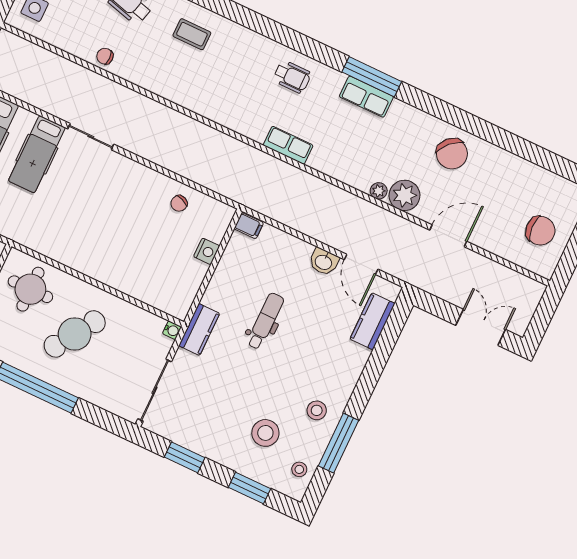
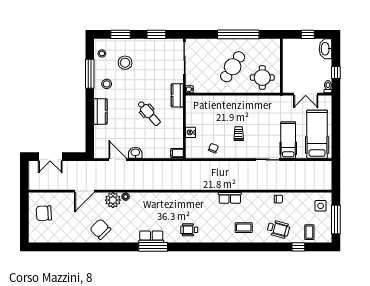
row of seats: (288, 145) -> (230, 198), moved
trolley: (121, 208) -> (239, 134), added
dental chair: (265, 321) -> (149, 113), turned -41
kitchen counter: (373, 321) -> (100, 112), moved

